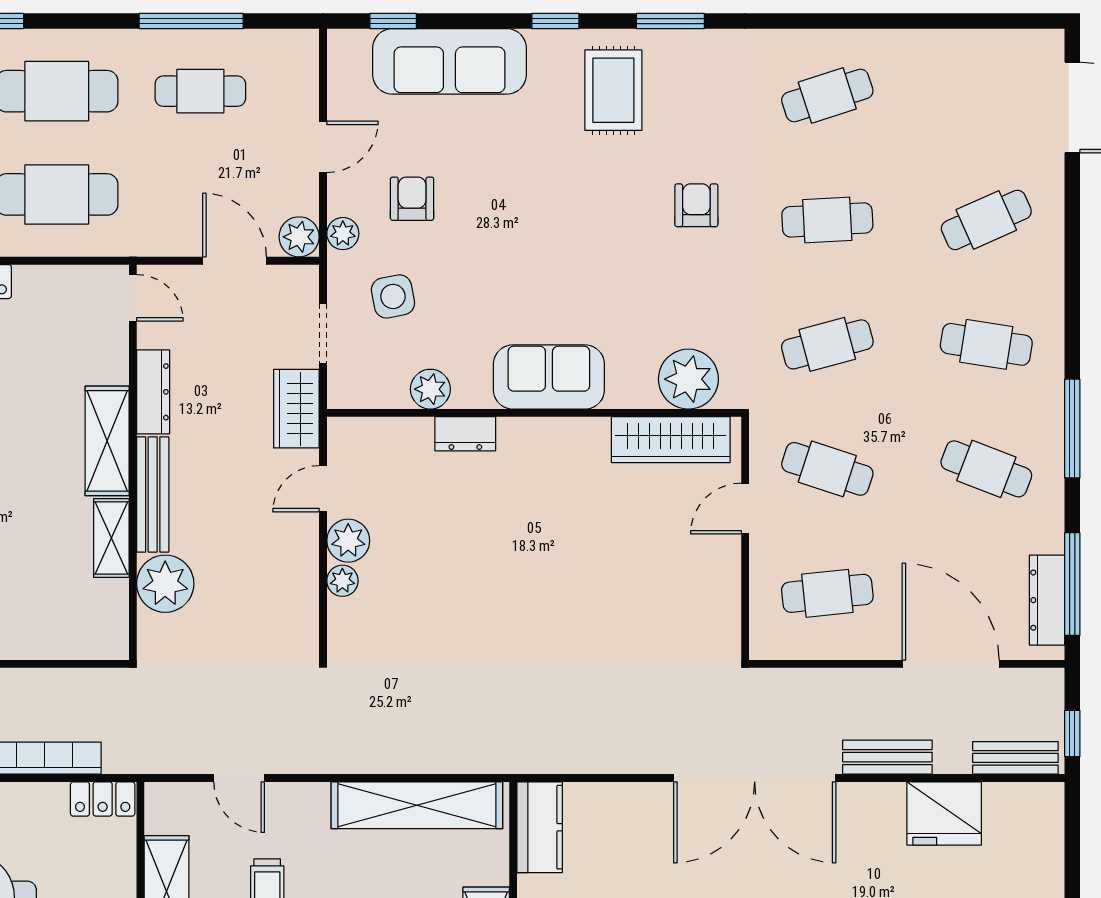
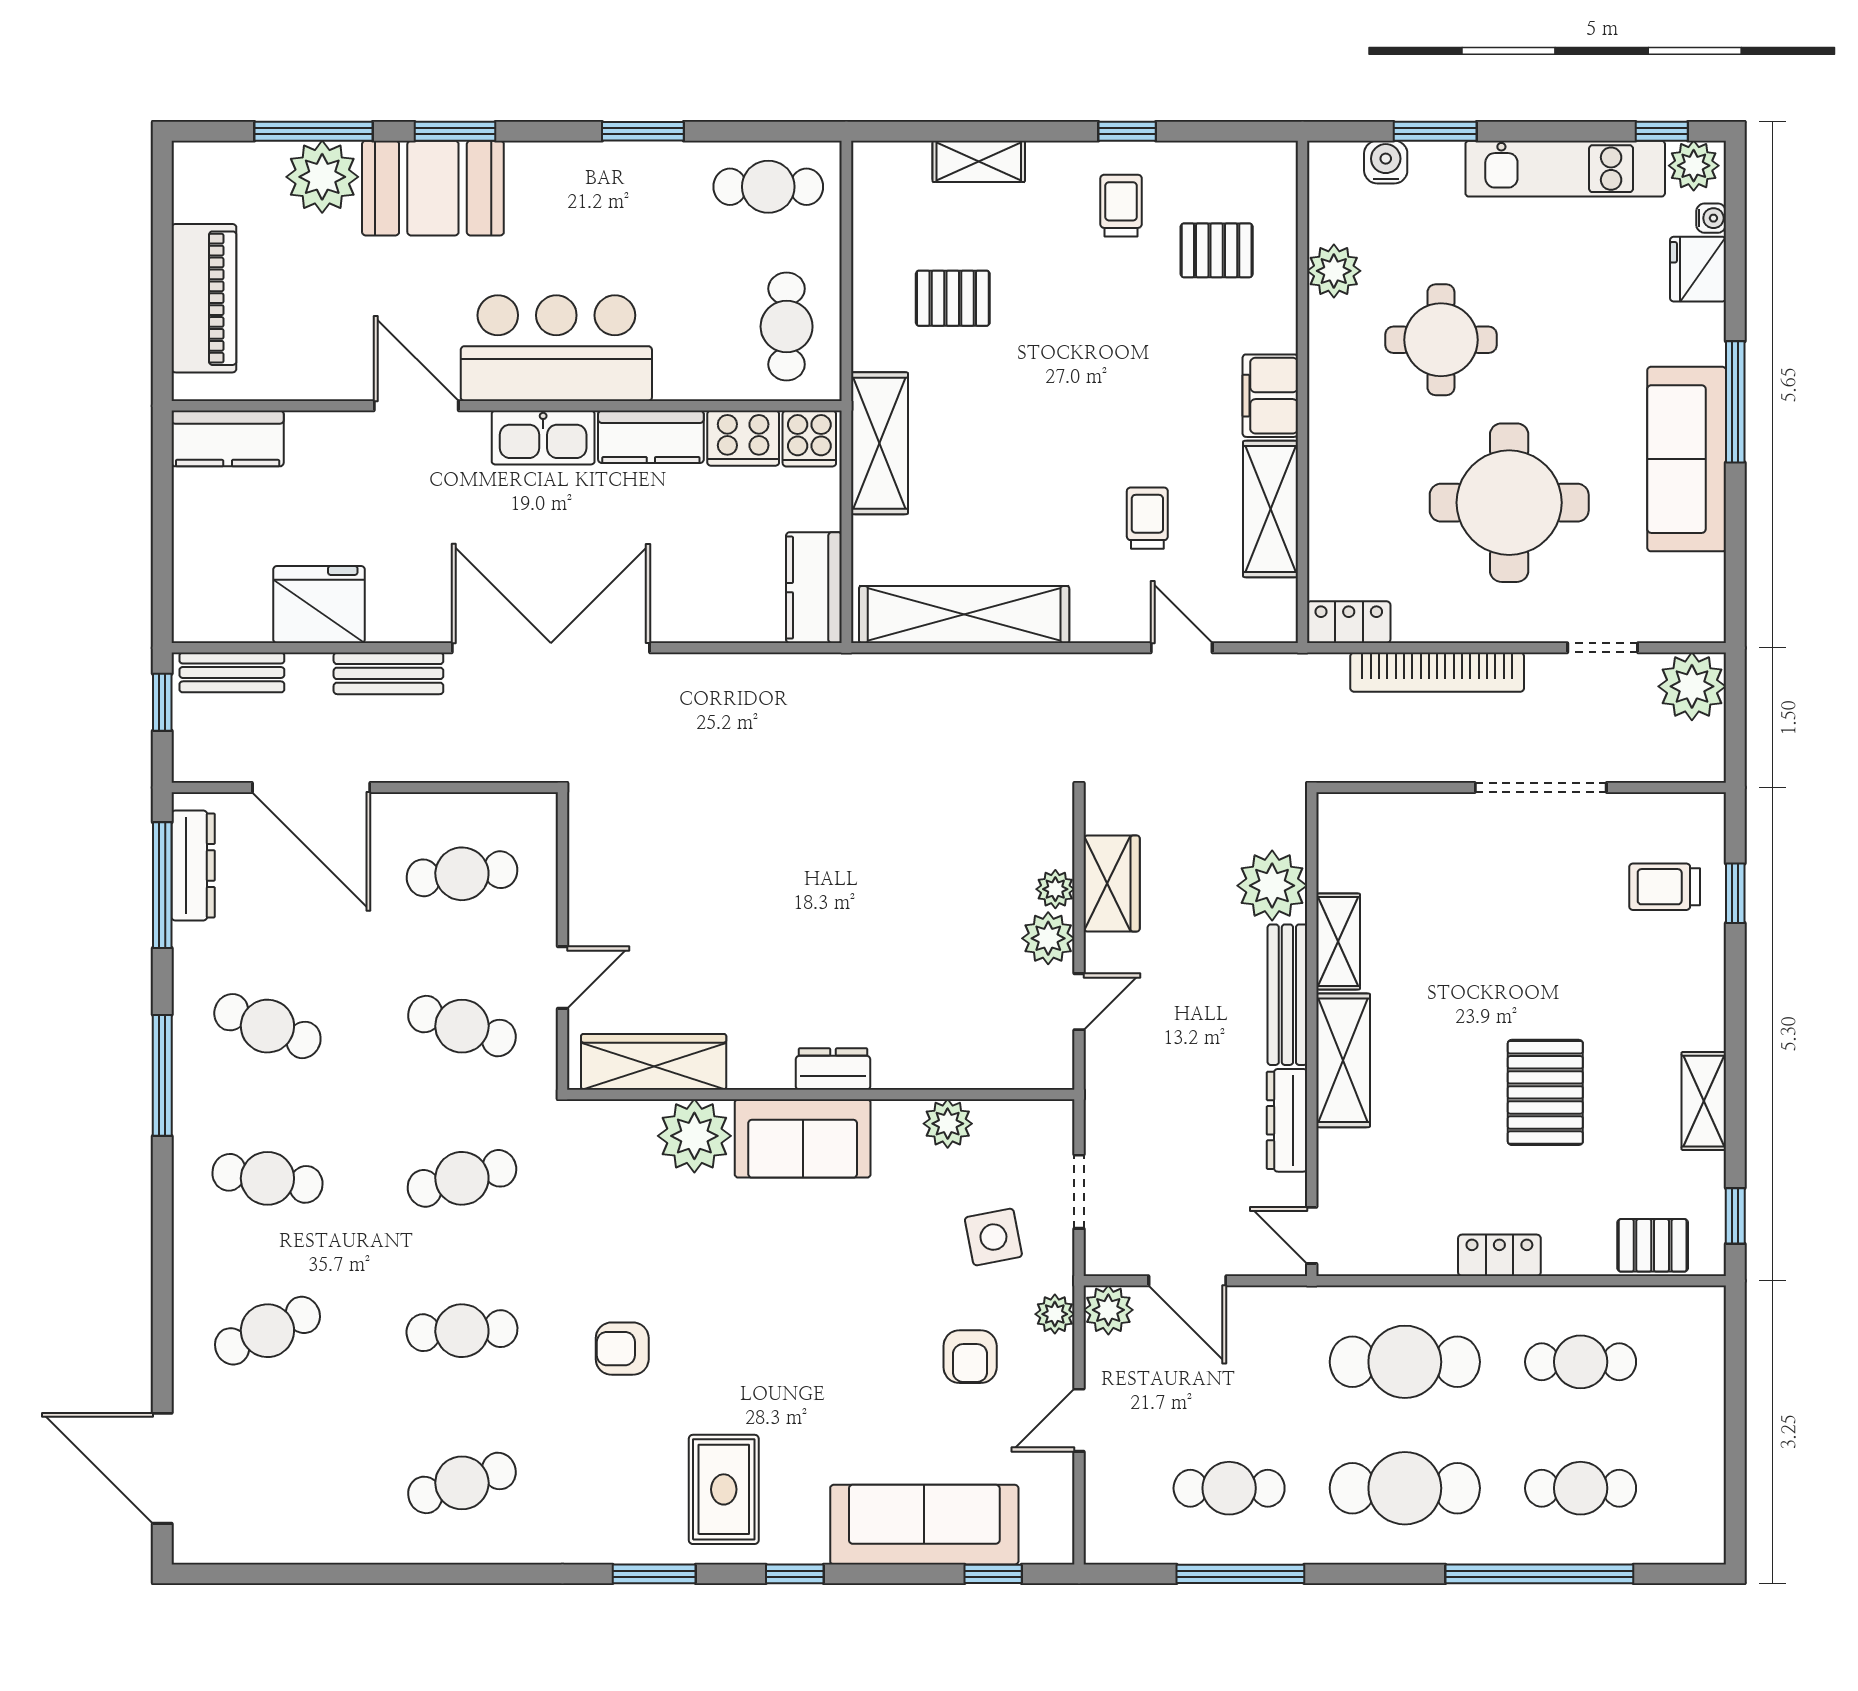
armchair: (696, 205) -> (622, 1349), turned 90
plant: (688, 379) -> (694, 1136), moved
wardrobe: (296, 409) -> (1112, 883), moved
dresser: (465, 434) -> (833, 1069), moved

